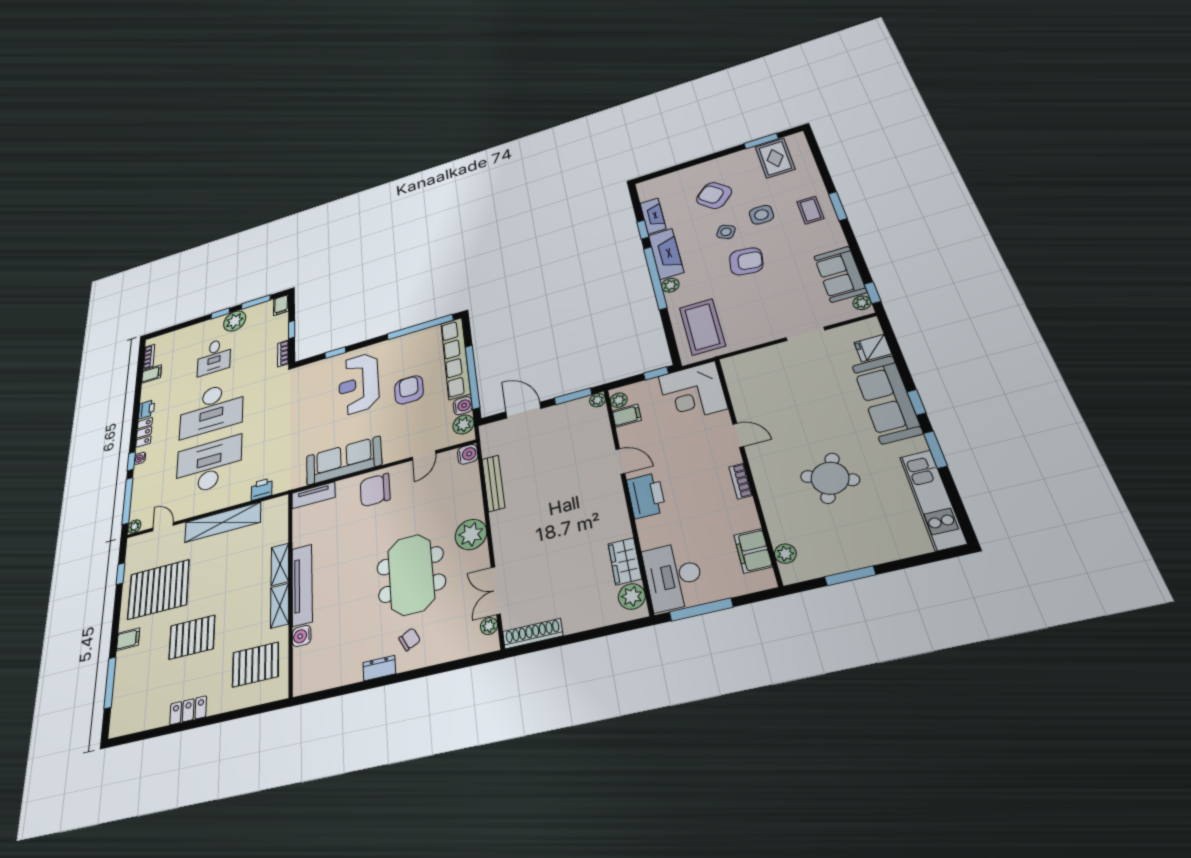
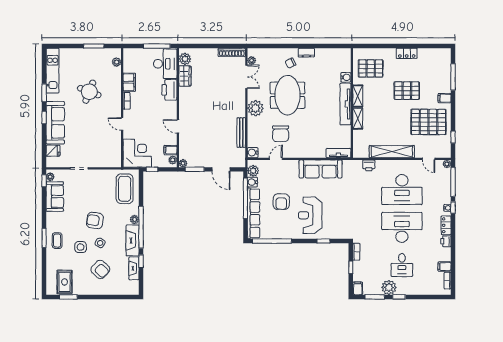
desk: (214, 357) -> (402, 265), turned 180
reception desk: (359, 384) -> (310, 215), turned 180
chair: (375, 490) -> (281, 134), moved, turned 90
printer: (646, 496) -> (169, 90), moved
filing cabinet: (753, 551) -> (129, 82), moved

